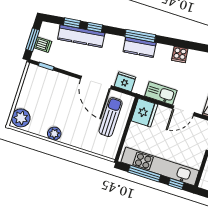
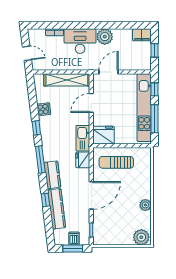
window: (72, 23) -> (36, 128), moved
kitchen counter: (140, 47) -> (52, 175), moved
cooker: (180, 55) -> (44, 109), moved
door: (96, 82) -> (91, 195), moved
kitchen sink: (161, 93) -> (83, 138), moved
door: (184, 111) -> (91, 103), swing flipped

